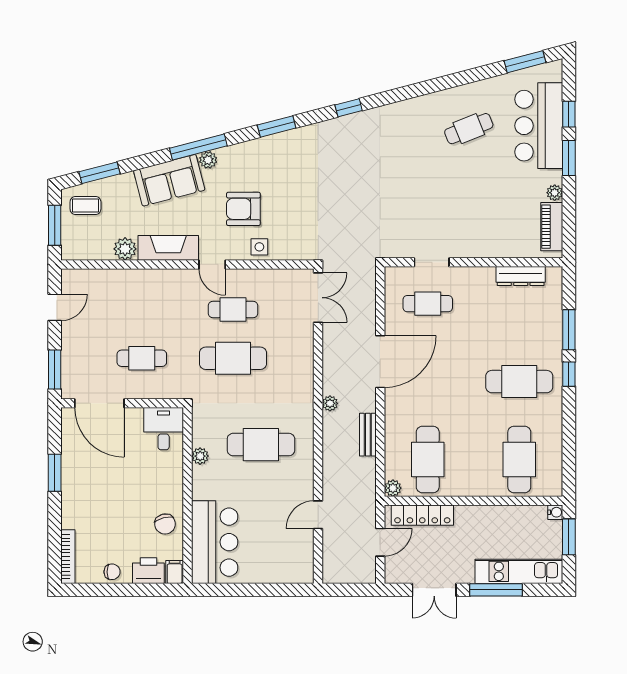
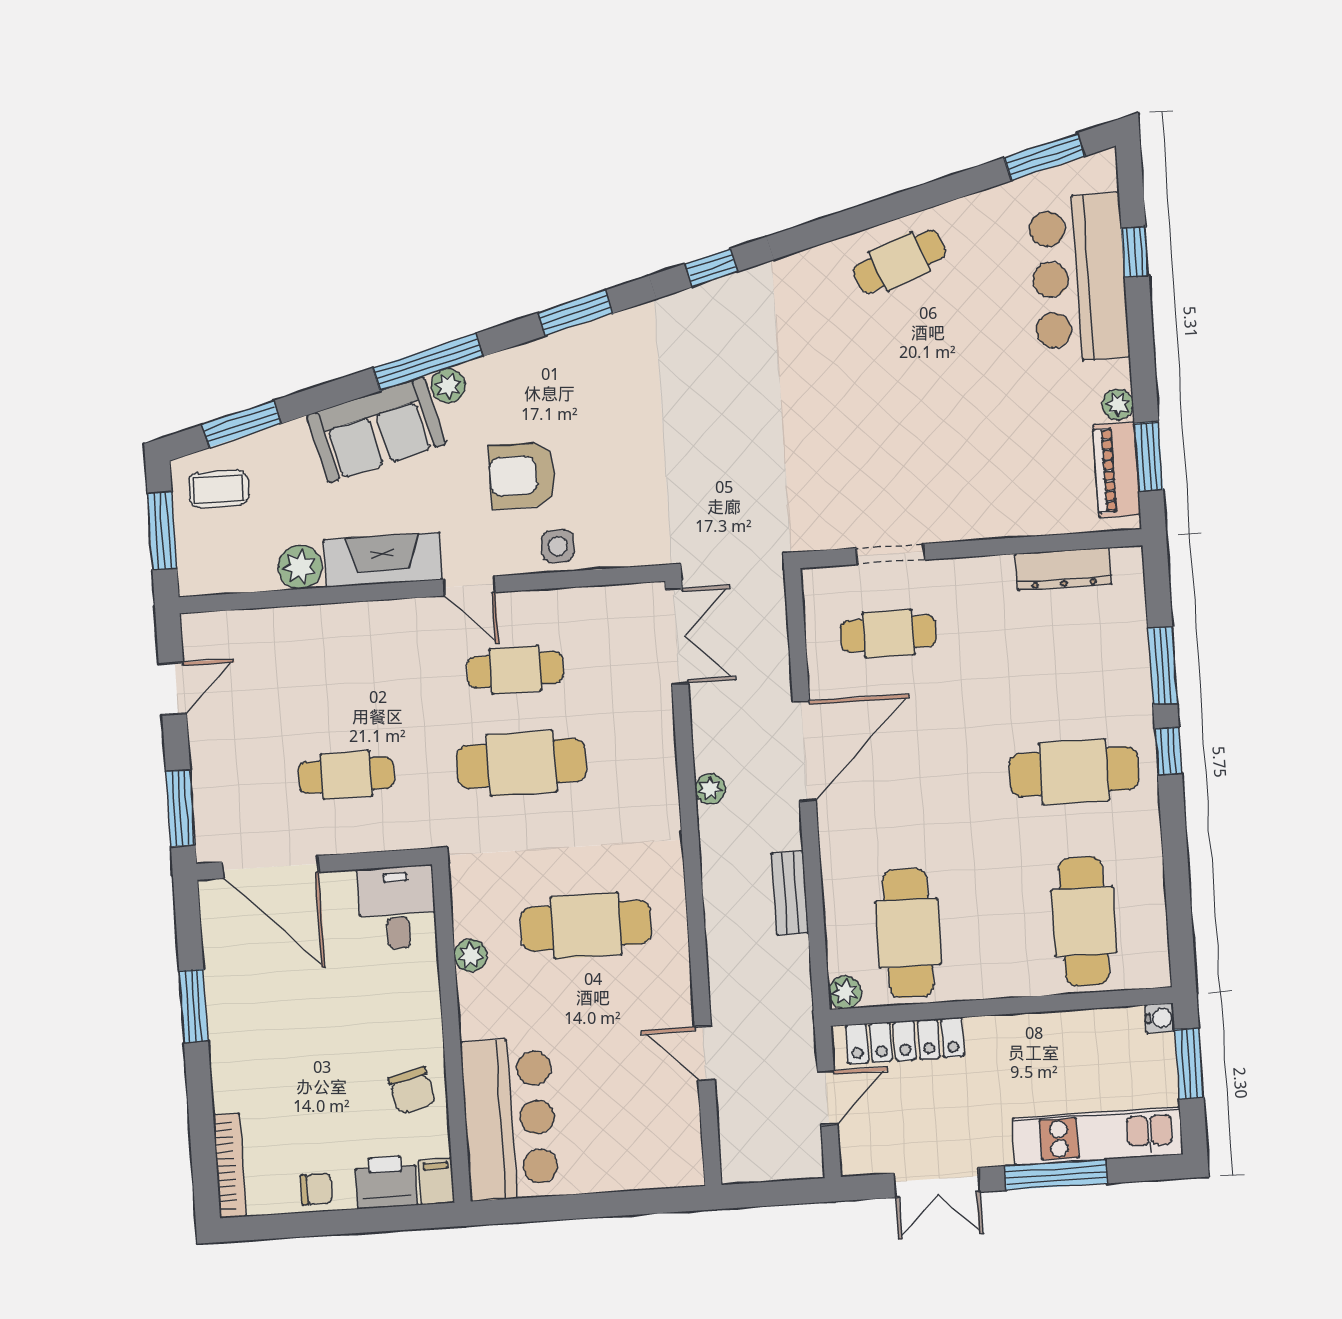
cafe table: (469, 129) -> (900, 261), moved
window: (569, 158) -> (1149, 457), moved
plant: (330, 403) -> (710, 789), moved
door: (318, 515) -> (705, 1053), hinge flipped

